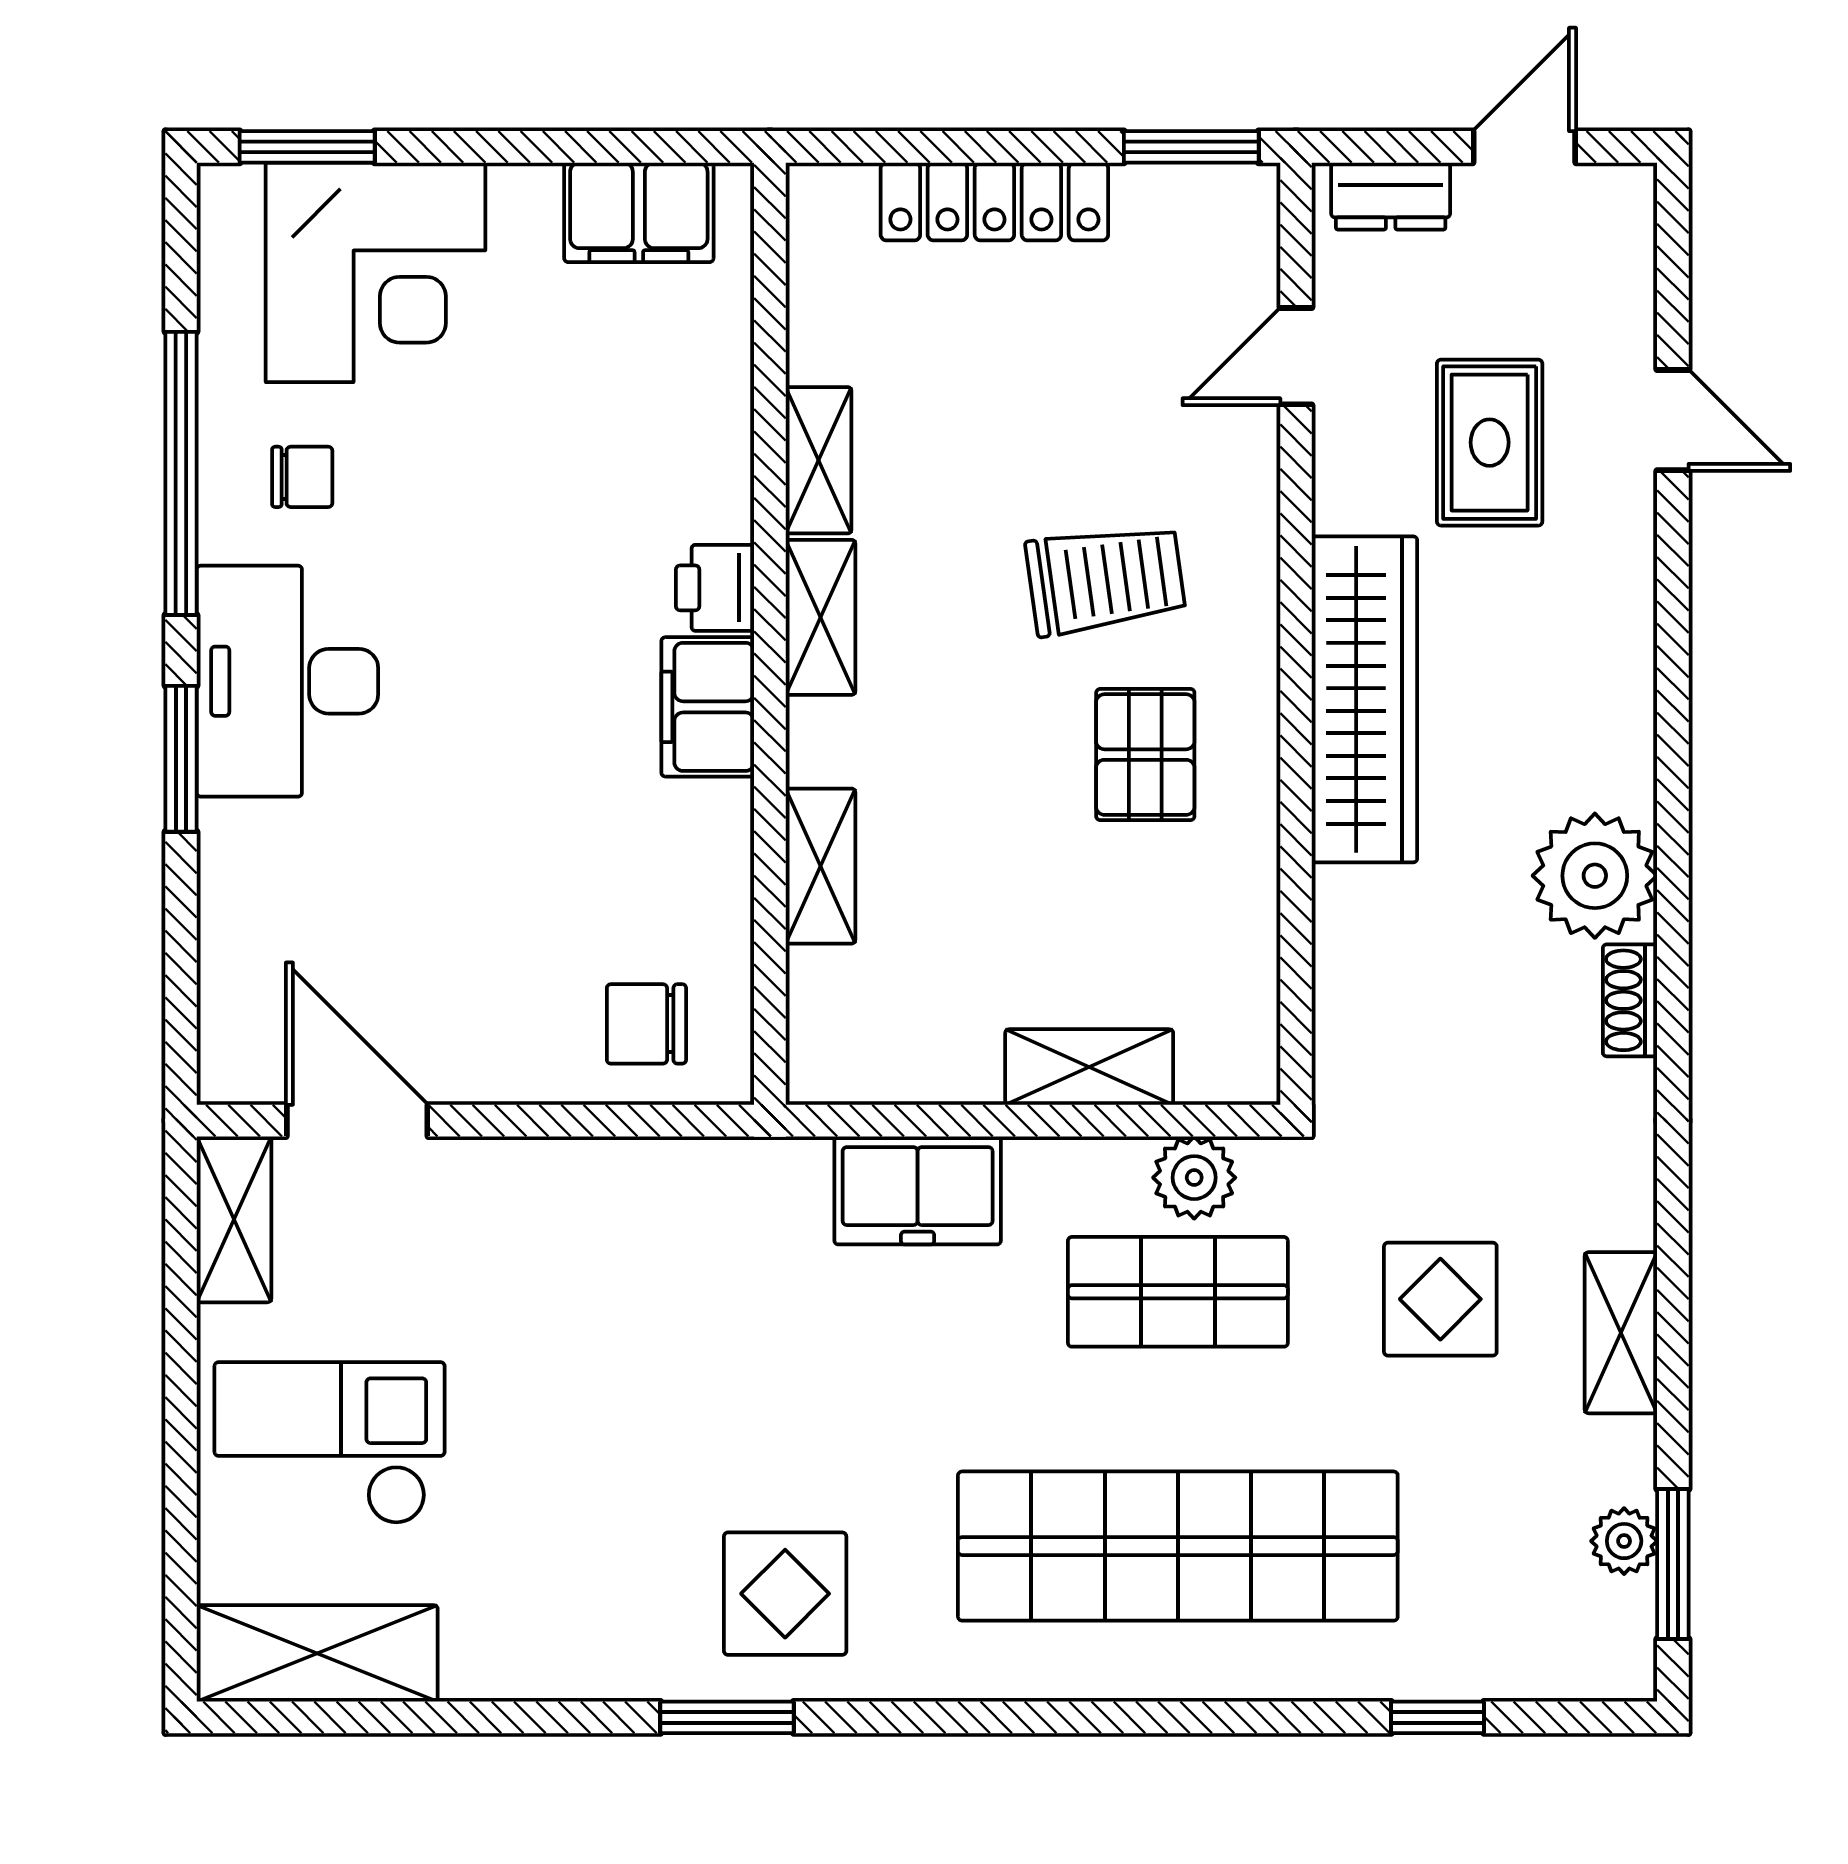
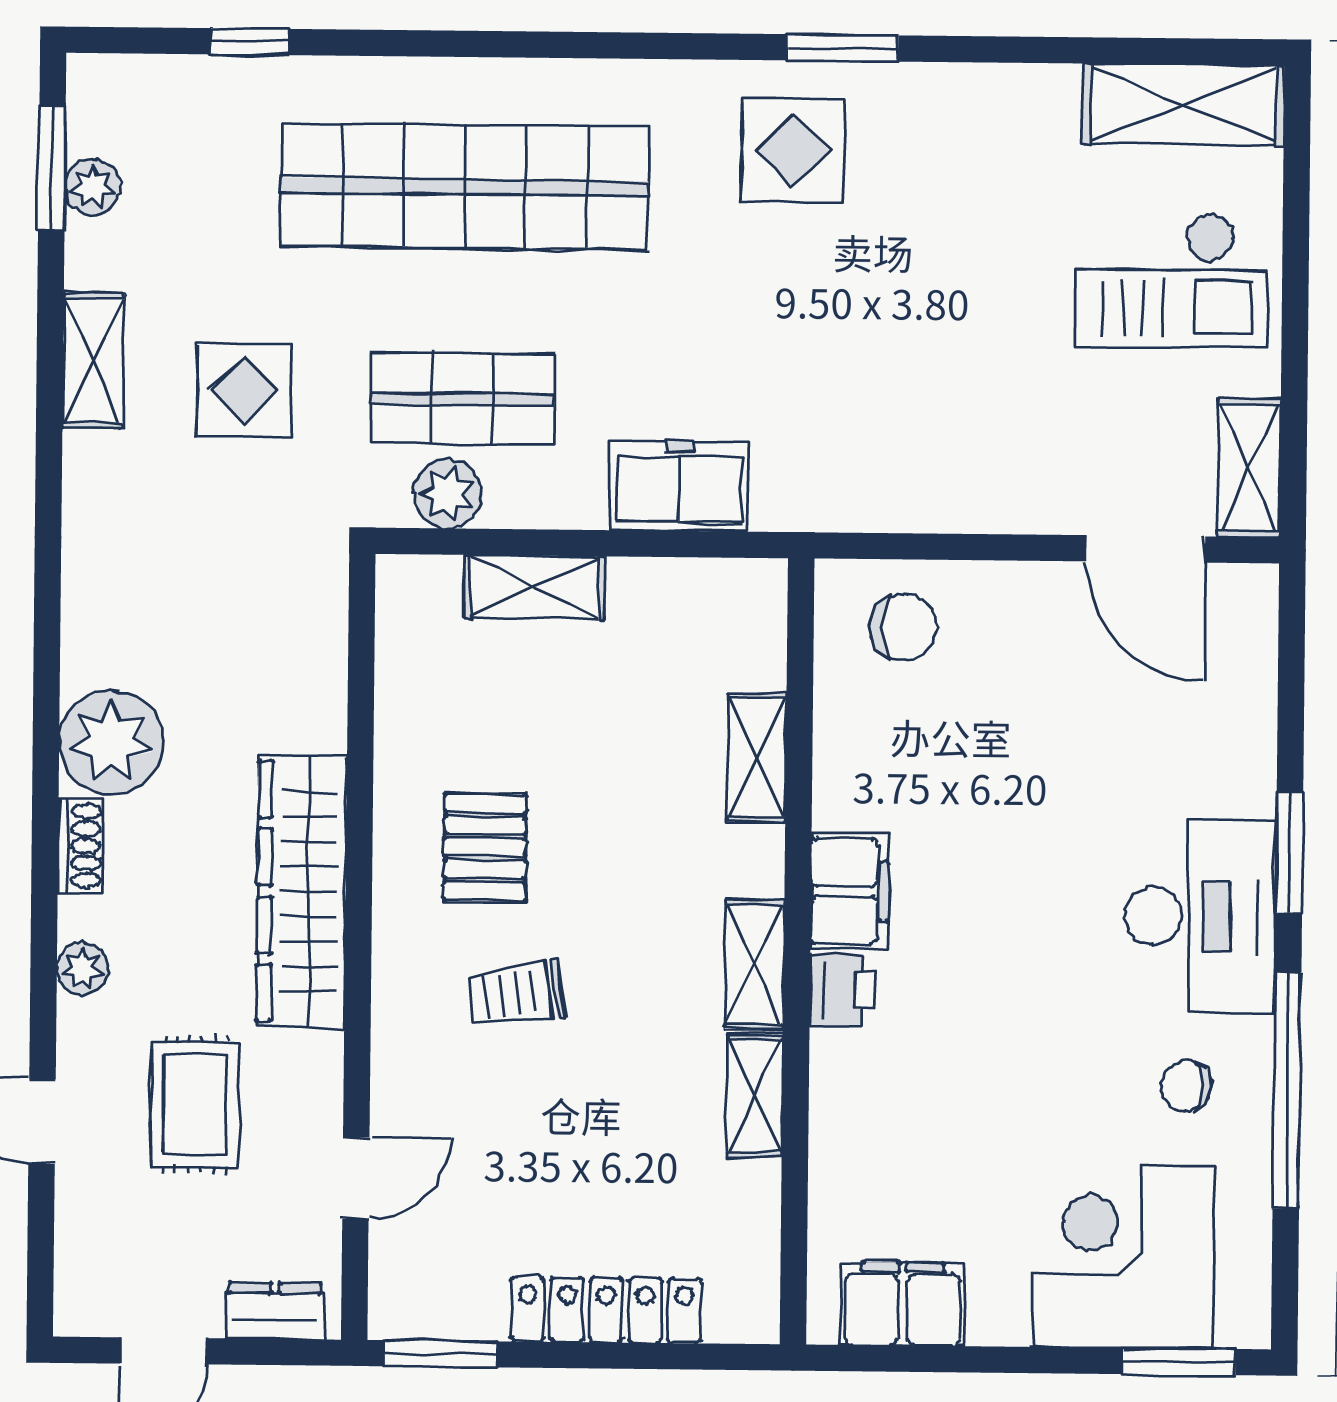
trolley: (1106, 579) -> (517, 994), width x0.73, depth x0.72
plant: (1626, 604) -> (83, 969), added
shoe rack: (1630, 1000) -> (81, 846), moved

